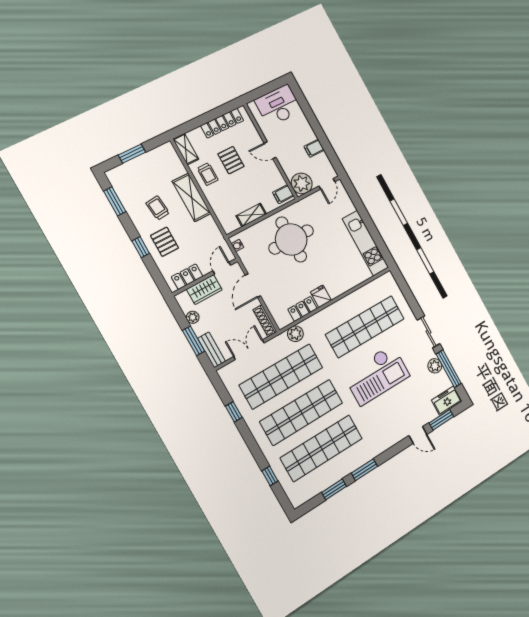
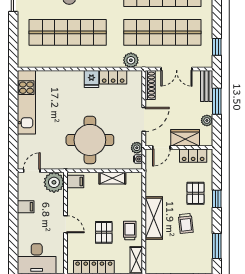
plant: (245, 255) -> (137, 148), added
window: (234, 412) -> (217, 47), moved

